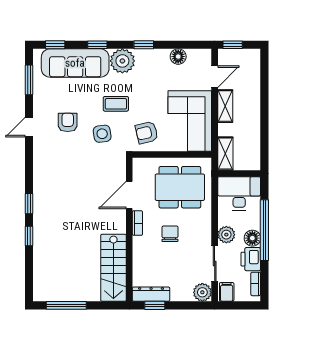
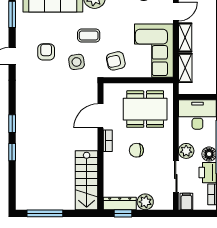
shelving: (225, 154) -> (185, 68), moved
chair: (170, 234) -> (136, 150), turned -90
plant: (202, 292) -> (145, 202), moved

